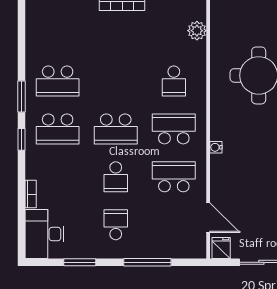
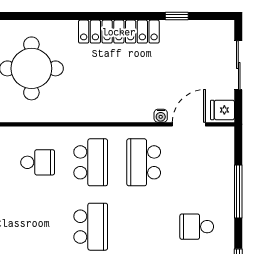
school desk: (174, 129) -> (91, 162), turned 180
water cooler: (216, 147) -> (161, 116), moved
school desk: (116, 177) -> (144, 227), removed

